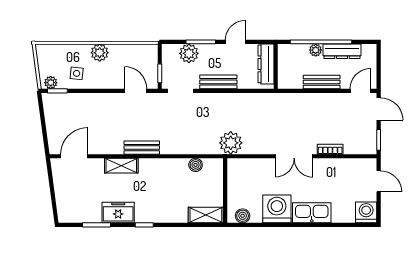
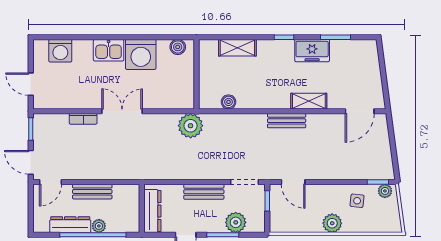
washing machine: (366, 212) -> (60, 51), moved
kitchen sink: (312, 213) -> (109, 50), width x0.73
shelving: (206, 215) -> (237, 48), moved

